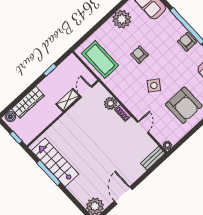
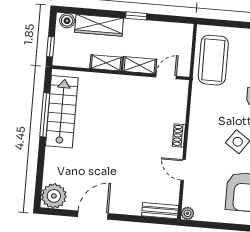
window: (50, 70) -> (136, 16), moved
plant: (111, 103) -> (177, 113), removed
shelving: (51, 116) -> (106, 63), added
door: (143, 127) -> (183, 170), swing flipped

